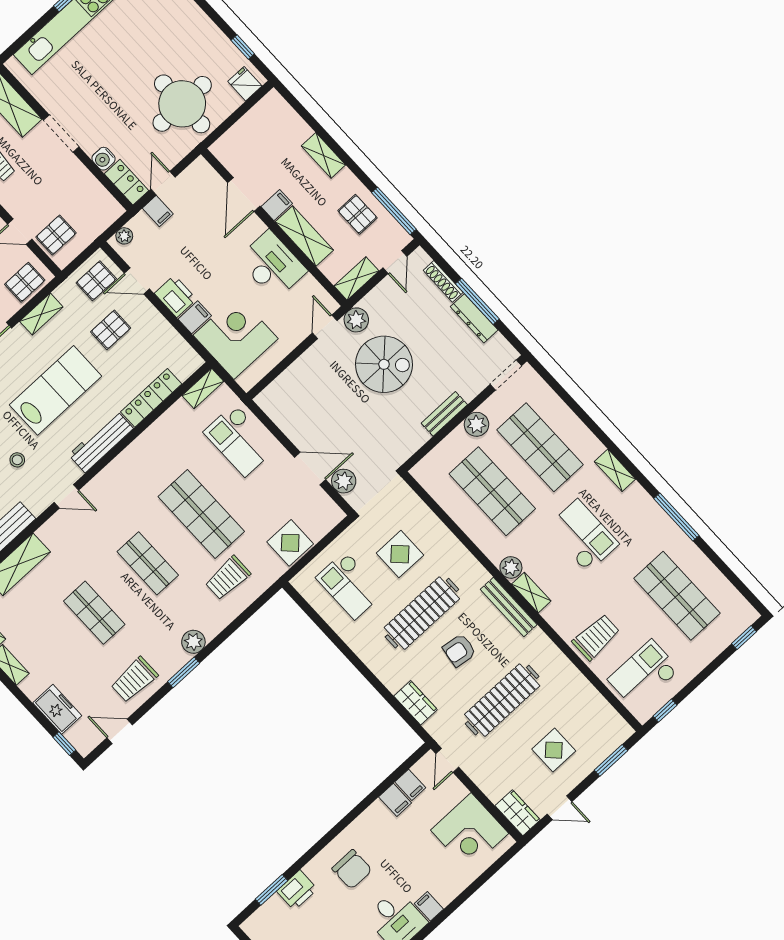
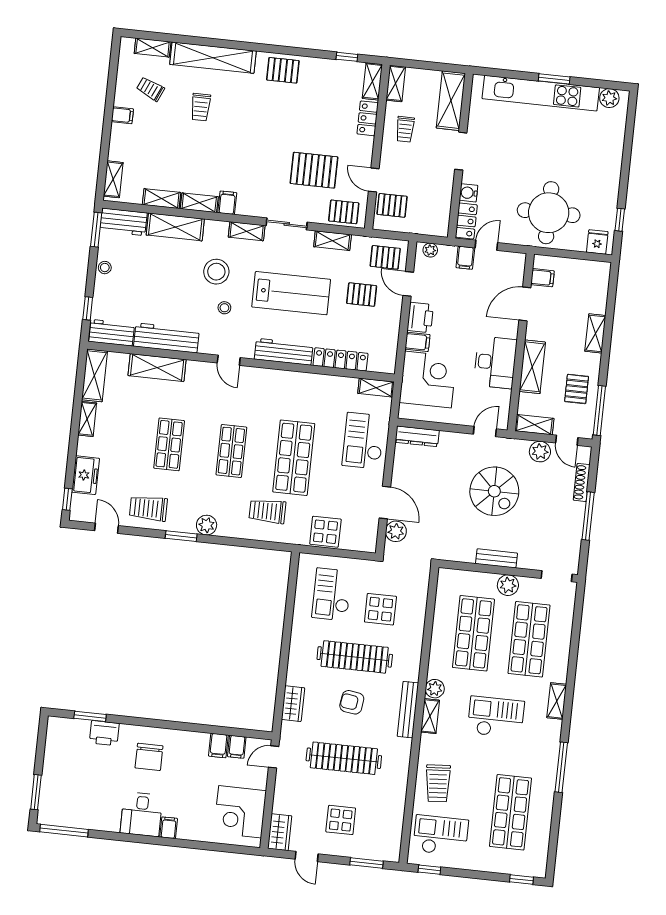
filing cabinet: (277, 205) -> (542, 278), moved
door: (395, 262) -> (567, 440), hinge flipped
dresser: (474, 318) -> (417, 436), moved, turned -90
plant: (356, 320) -> (540, 452), moved
checkout: (583, 536) -> (496, 717), turned -90
trolley: (596, 637) -> (438, 783), turned 86

